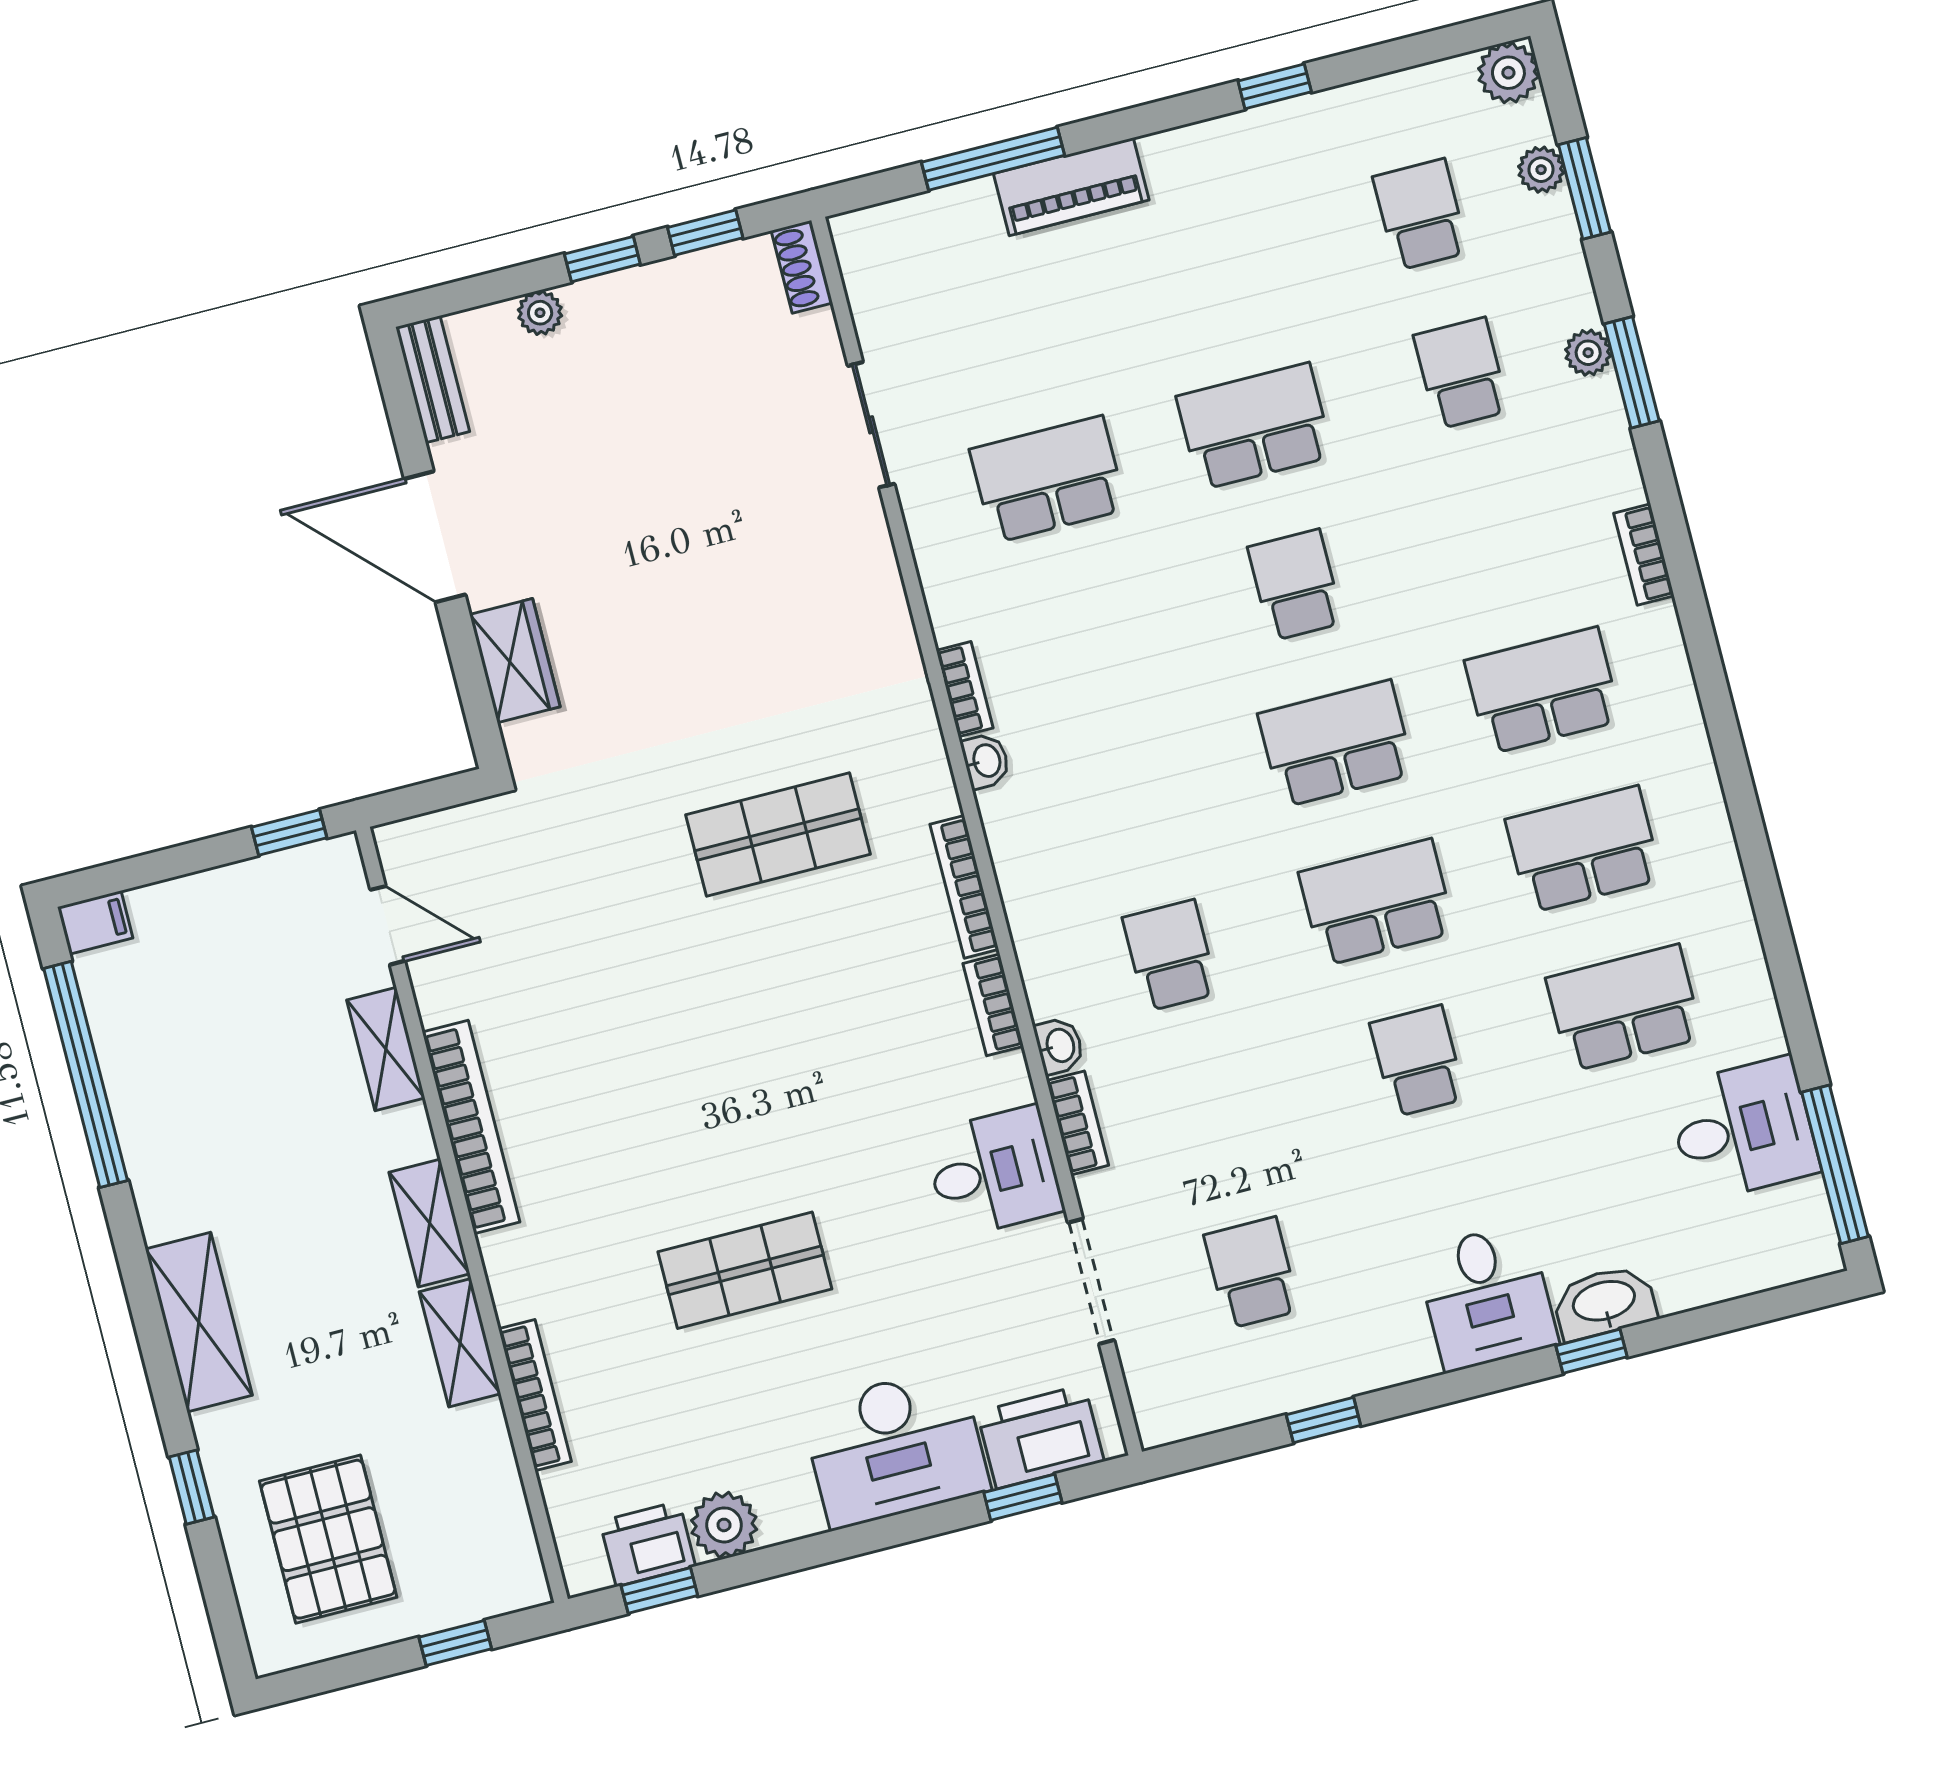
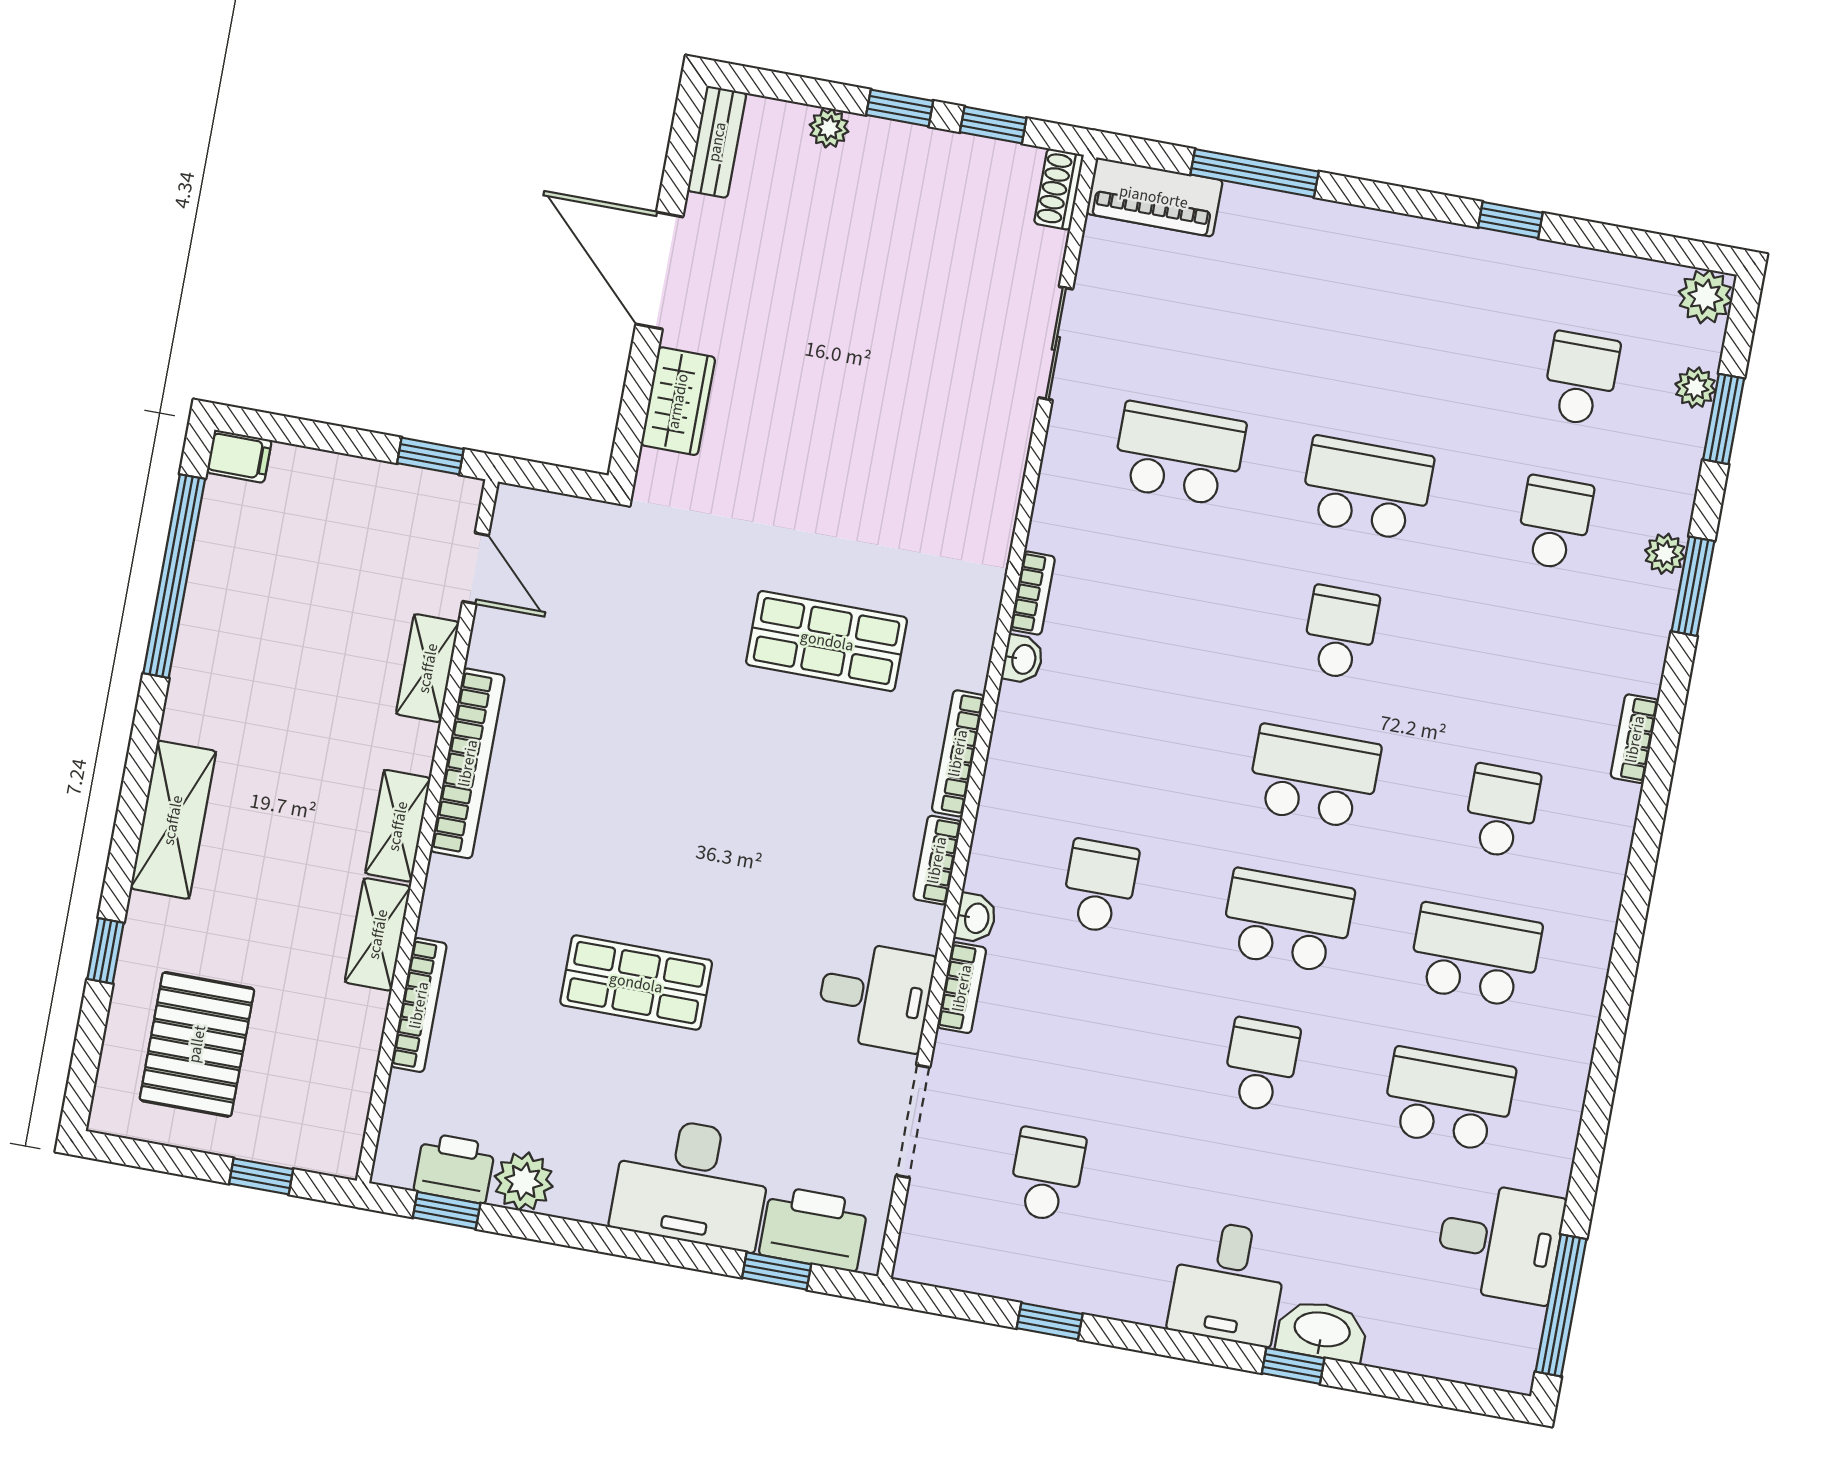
piano: (1071, 187) -> (1154, 197), moved
school desk: (1543, 691) -> (1501, 811), width x0.54

